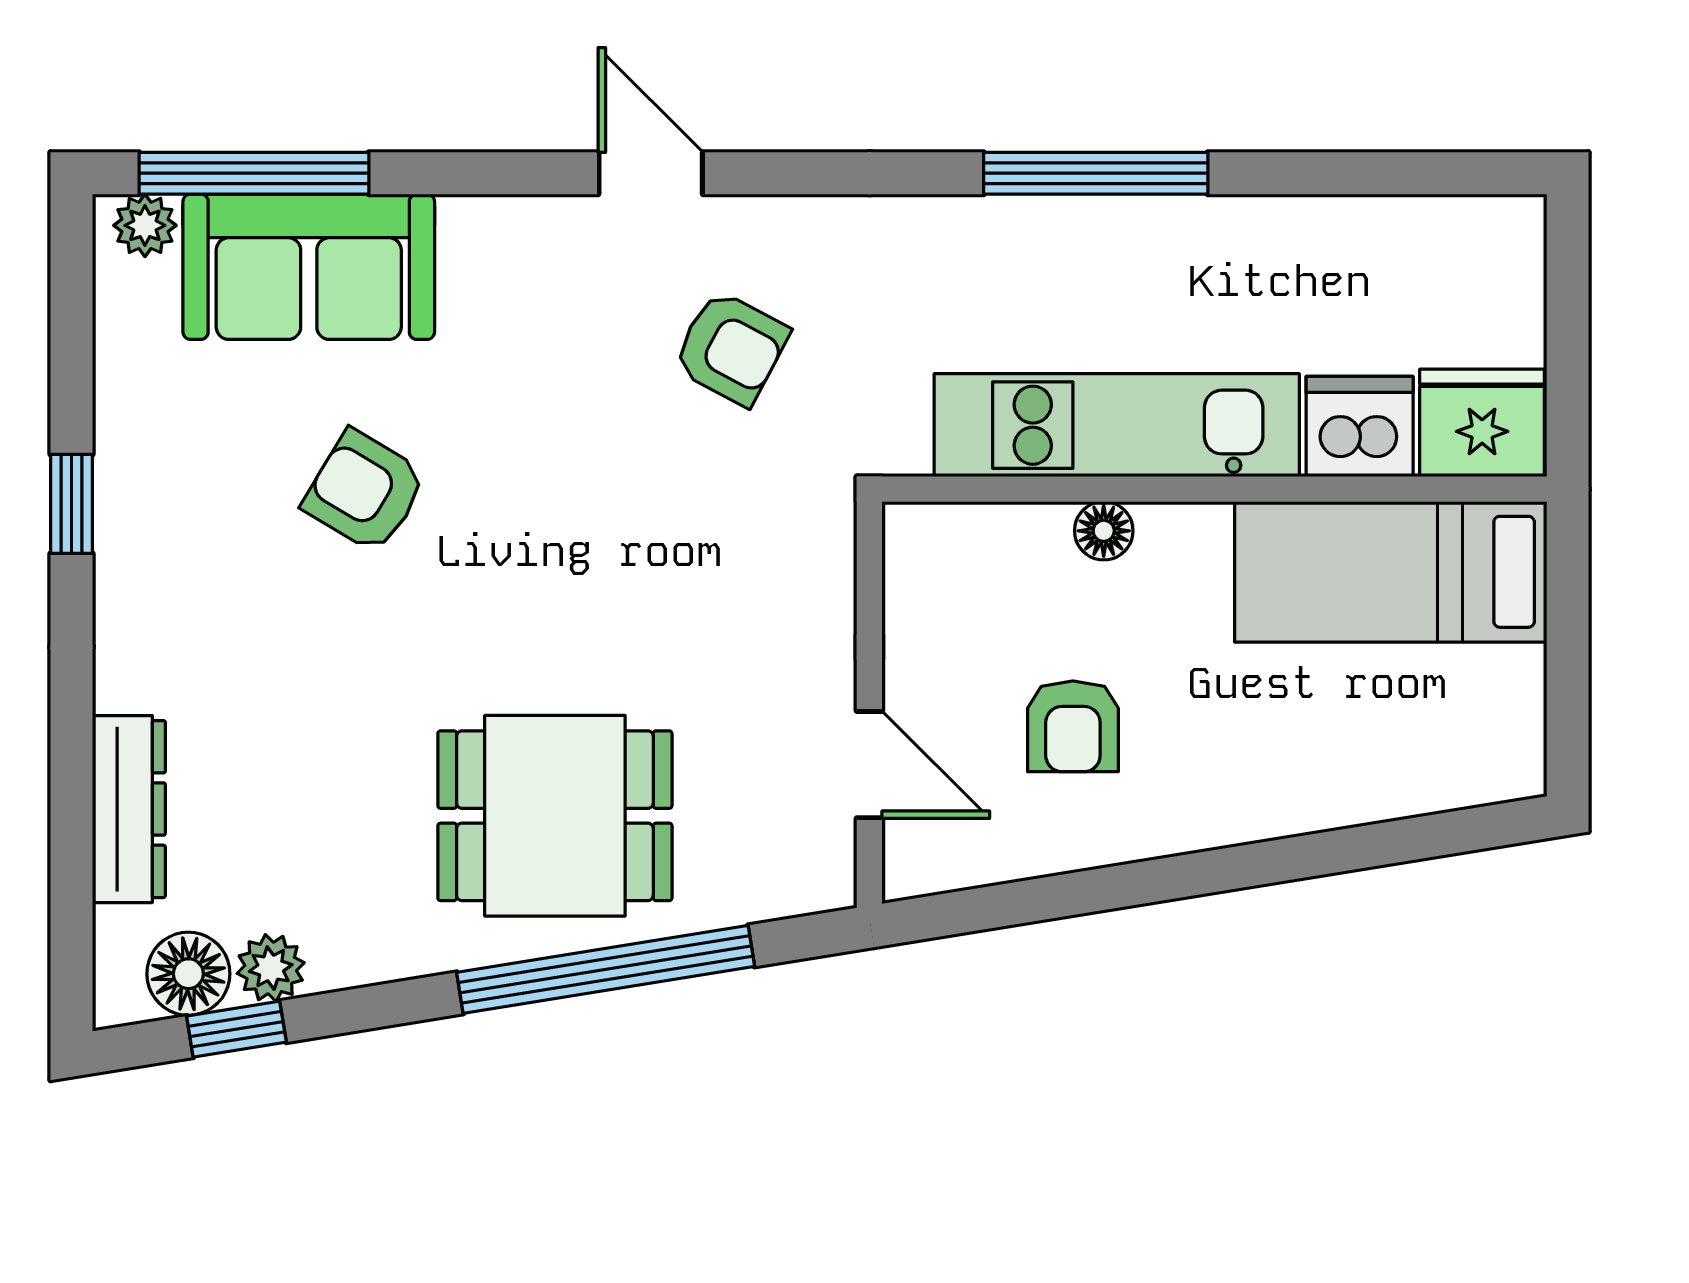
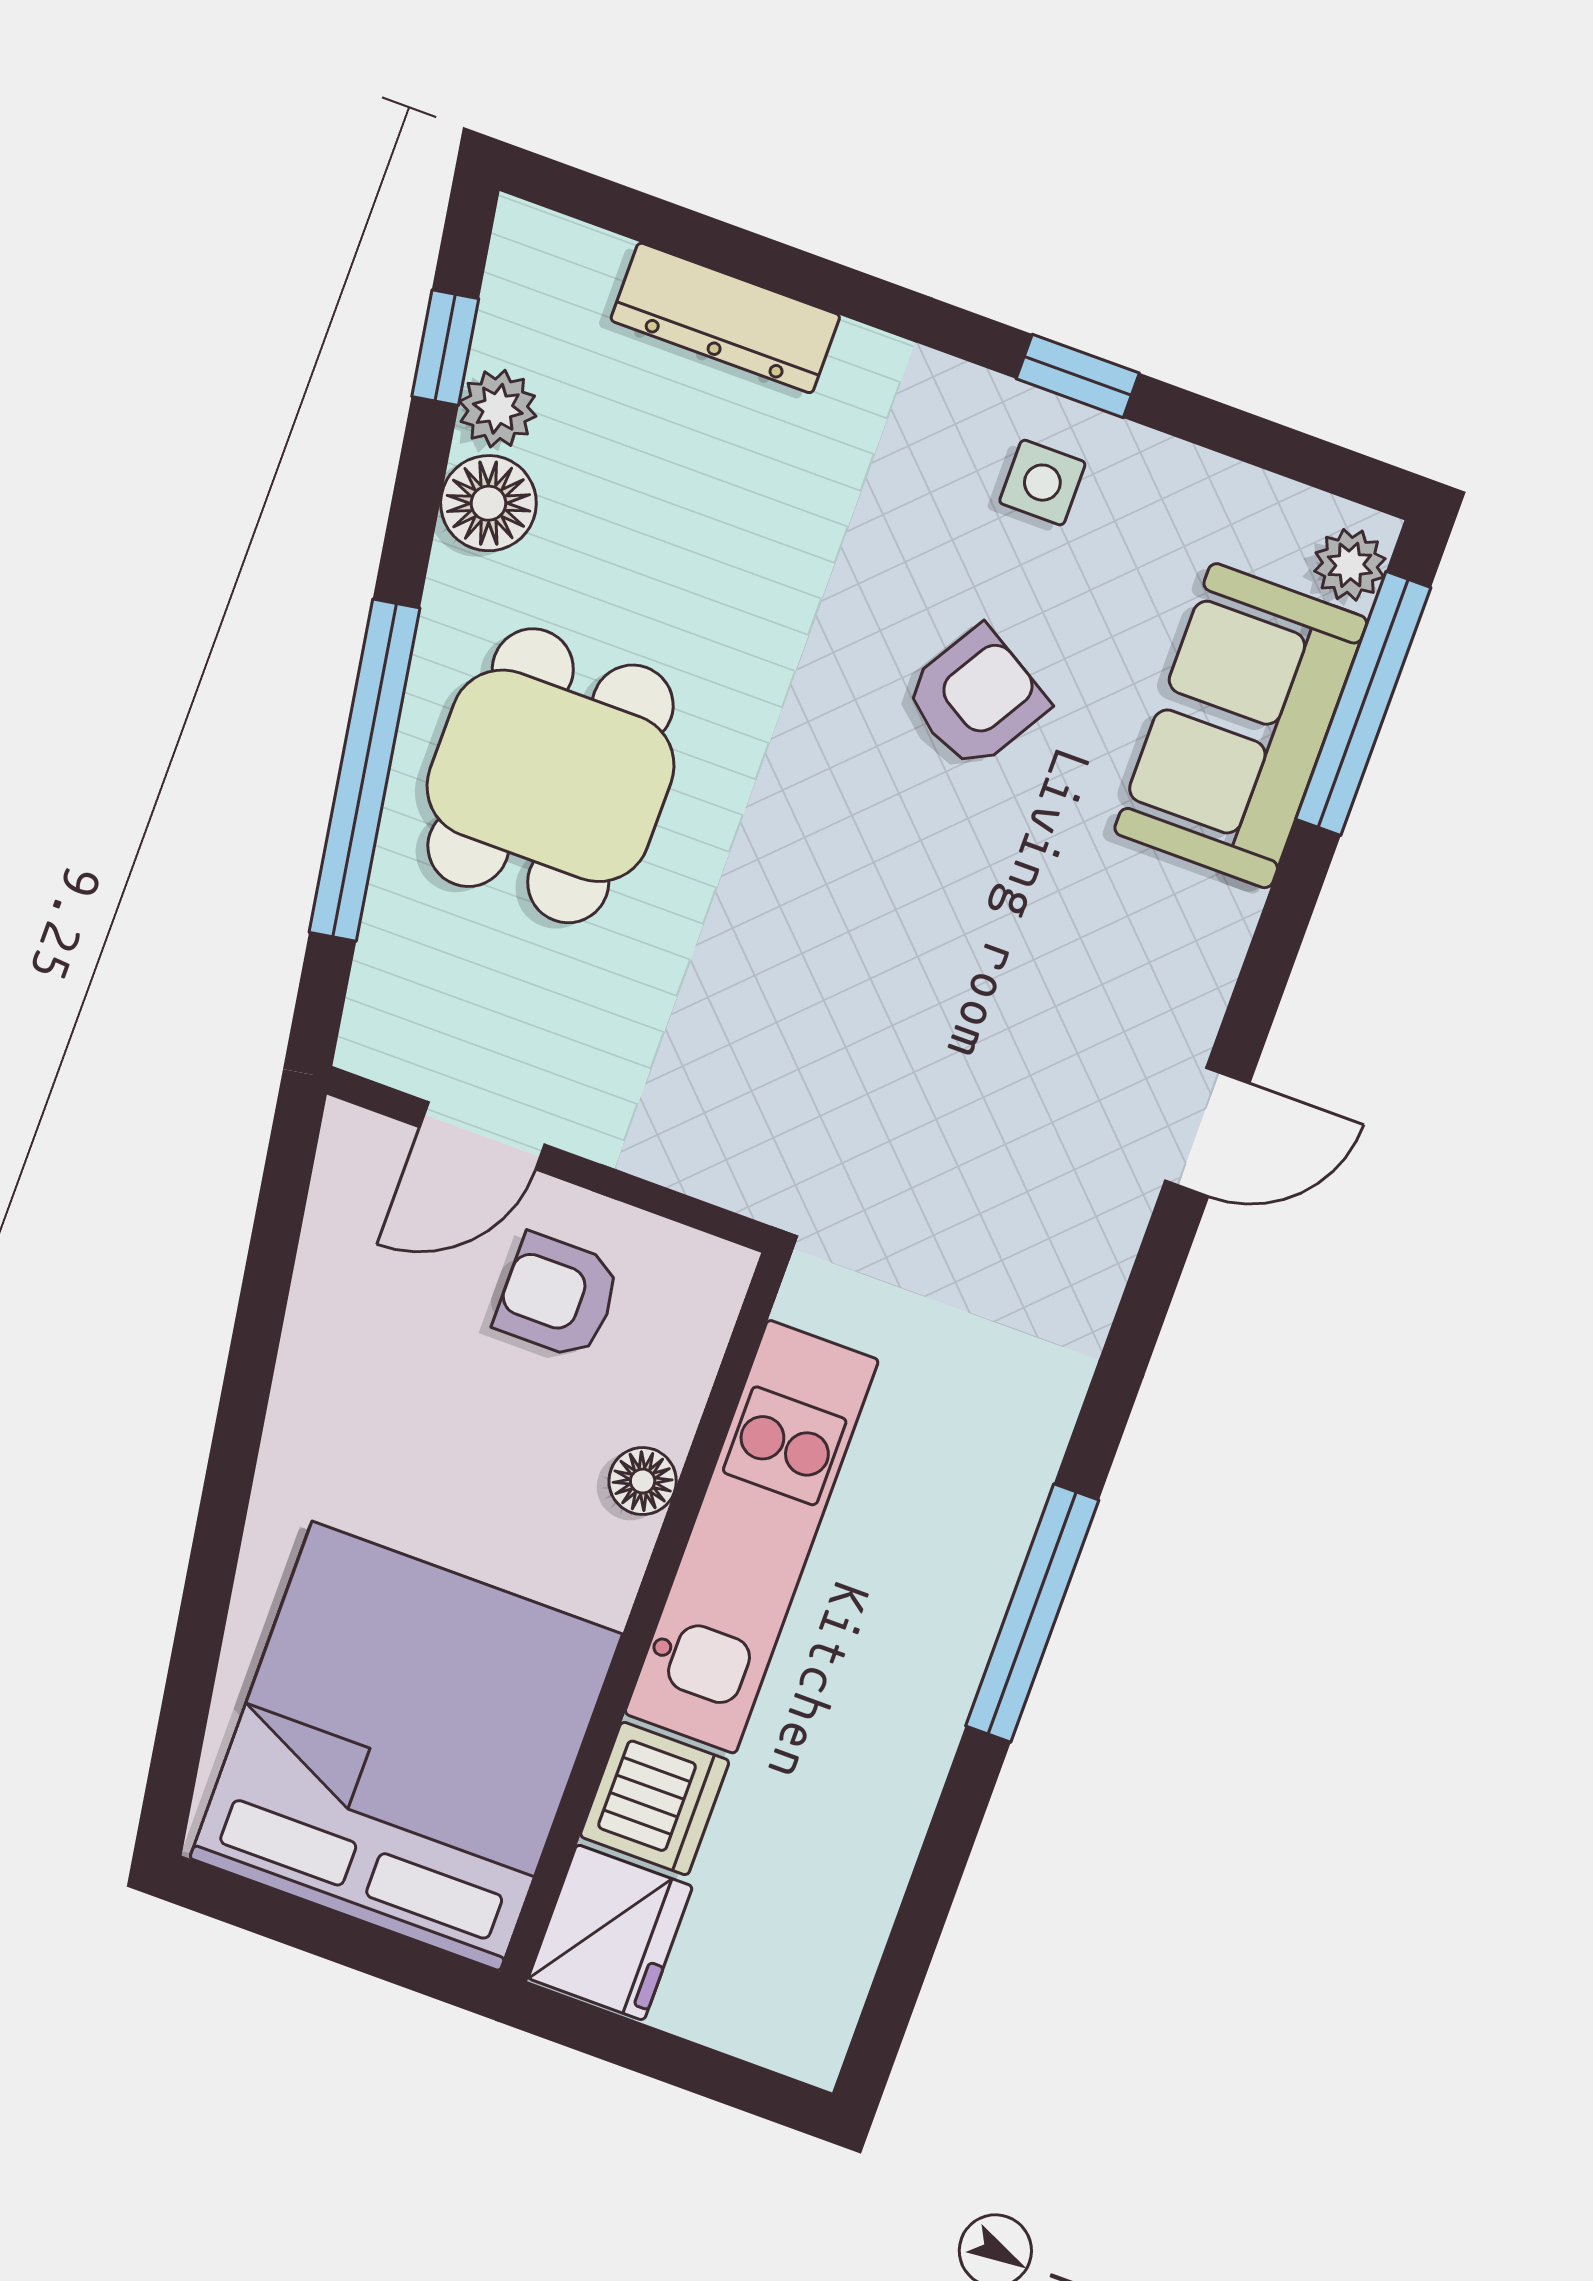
armchair: (731, 348) -> (987, 1150), removed
side table: (169, 501) -> (1042, 483), added
bed: (1391, 572) -> (406, 1746), width x2.04
armchair: (1073, 726) -> (558, 1296), moved
floor lamp: (188, 974) -> (488, 503), moved

